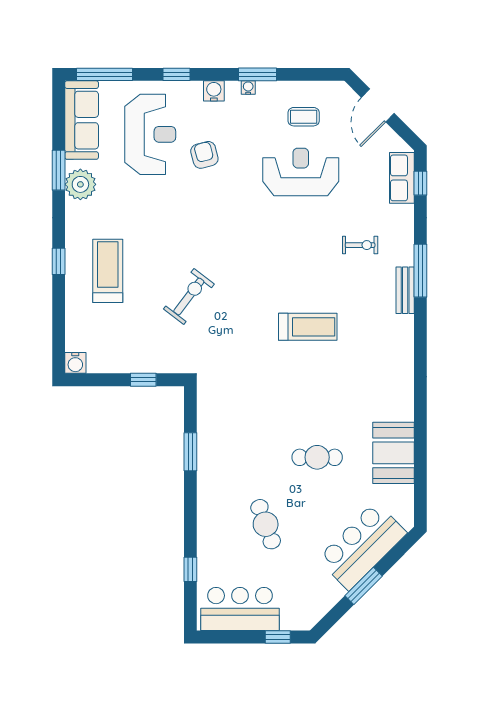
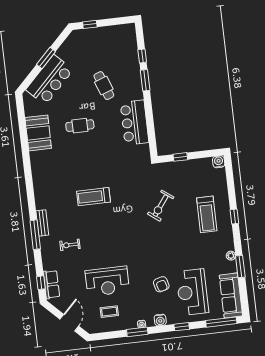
plant: (80, 184) -> (231, 256), width x0.53, depth x0.53
window: (190, 452) -> (145, 80), moved
bar counter: (240, 609) -> (134, 123), moved, turned 90

